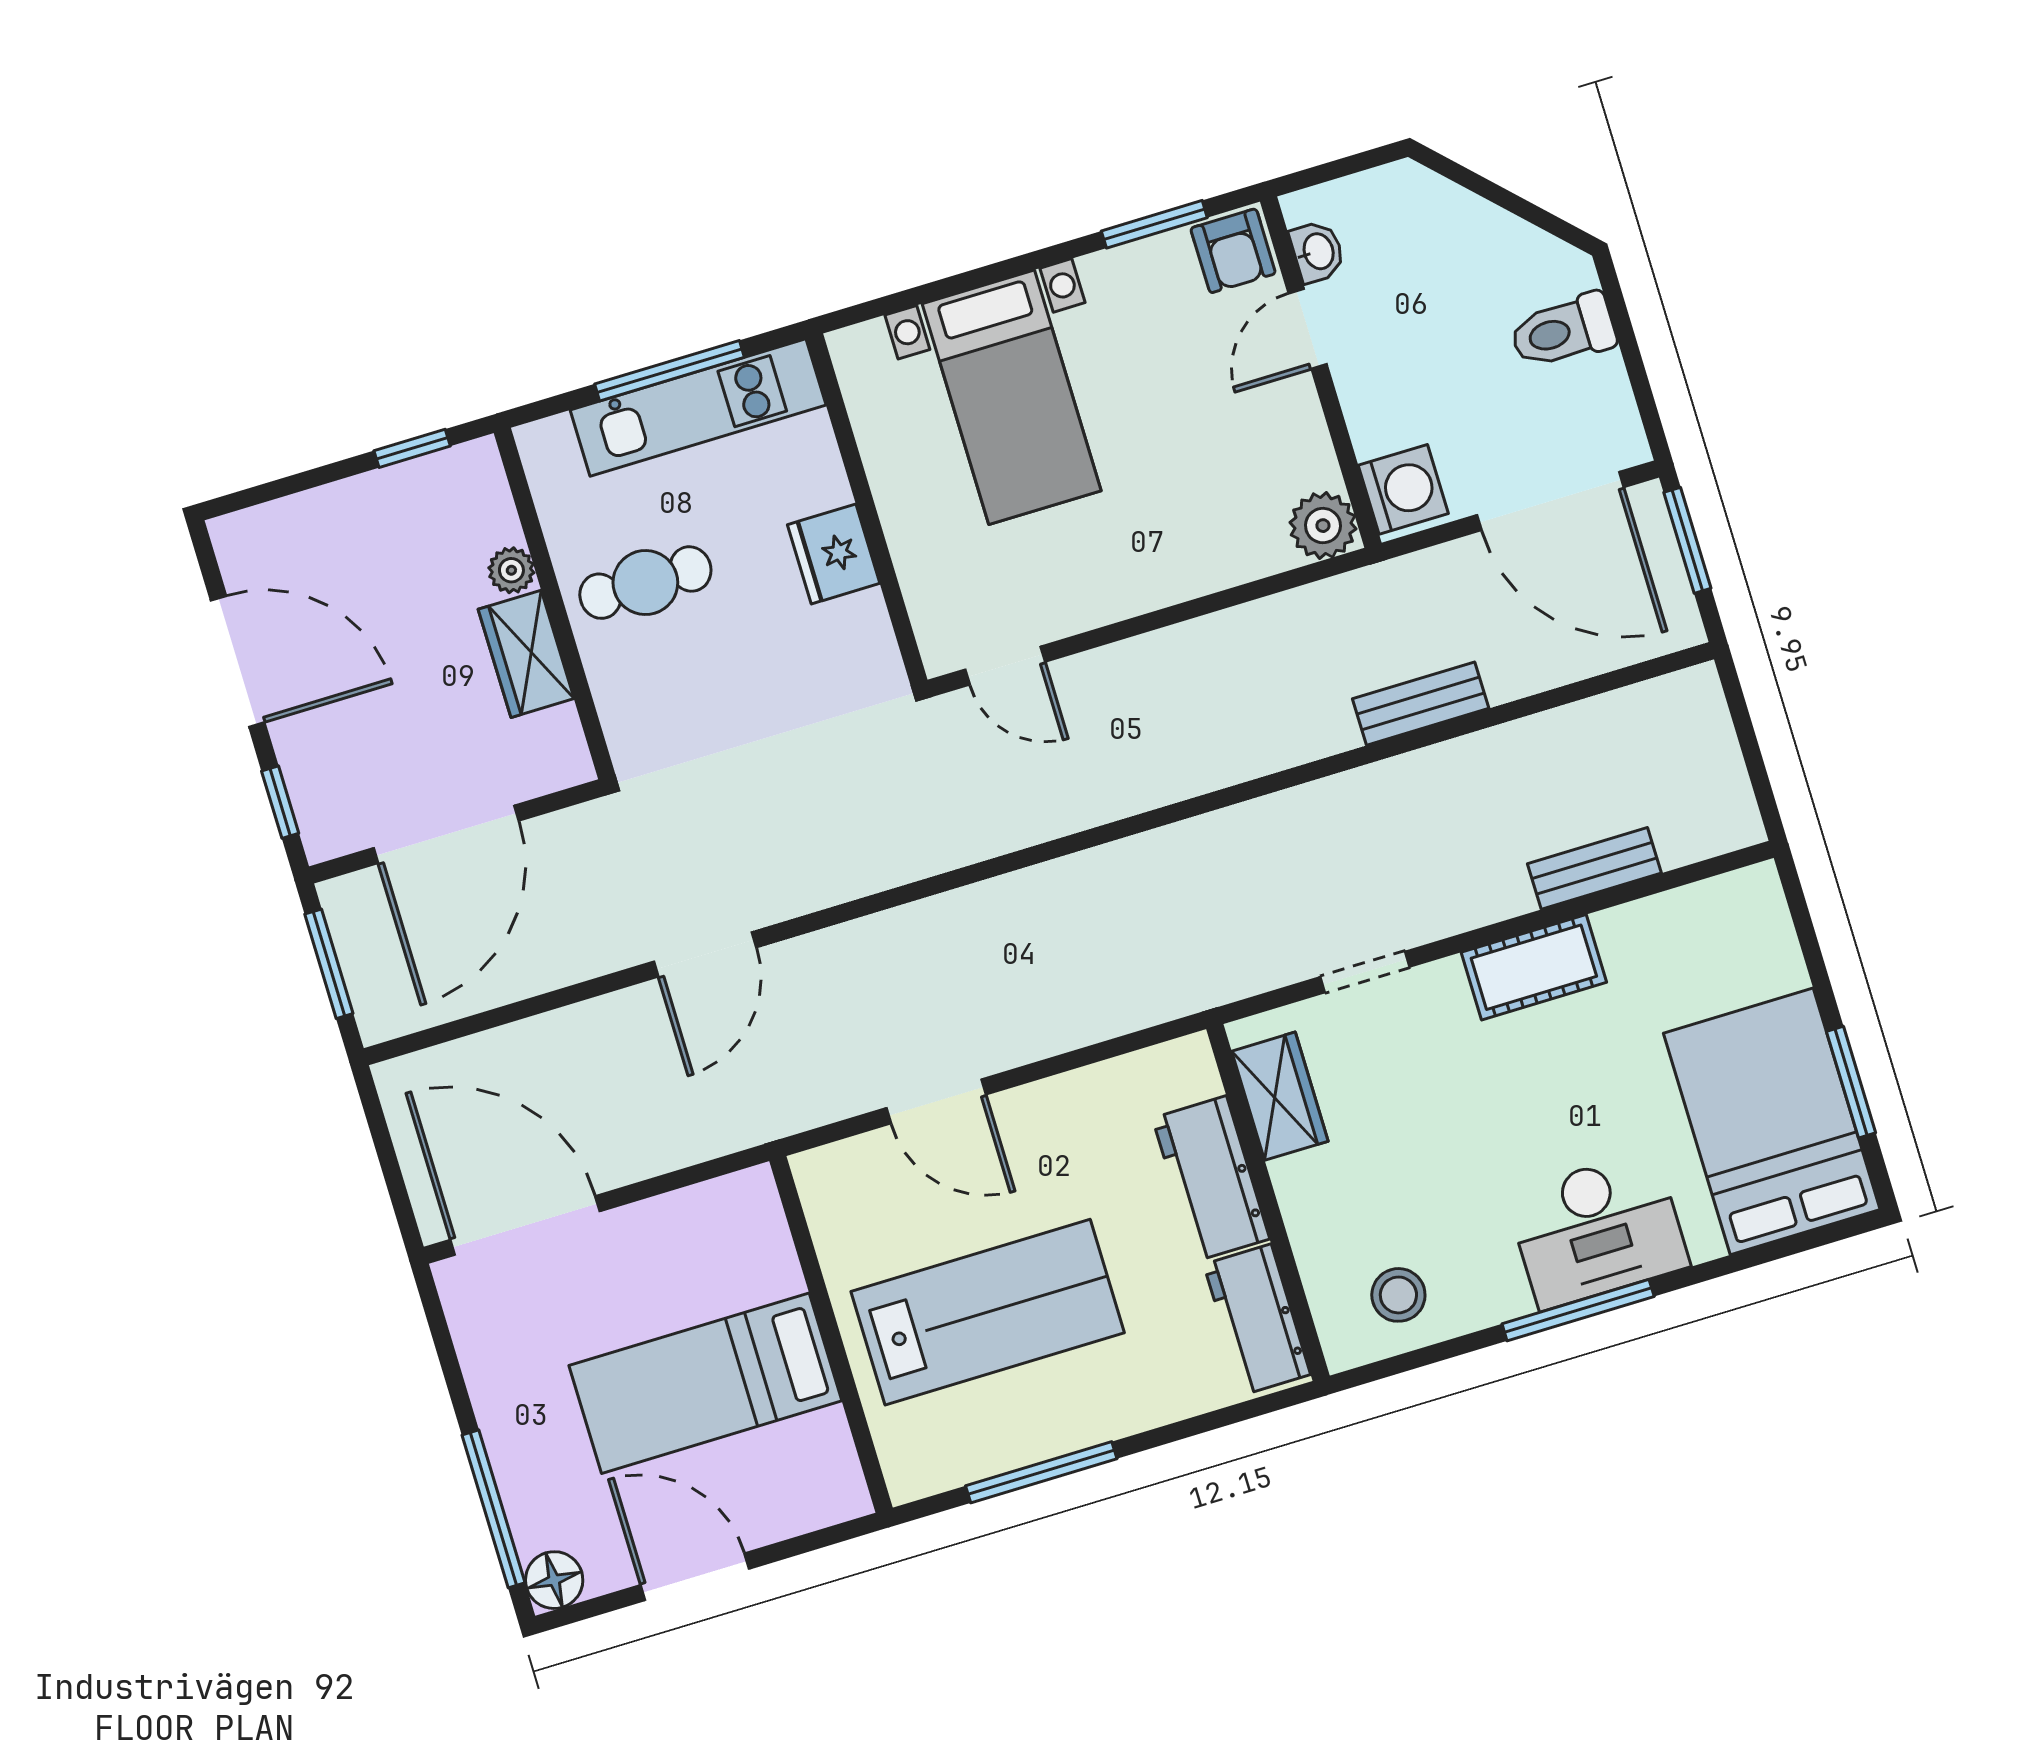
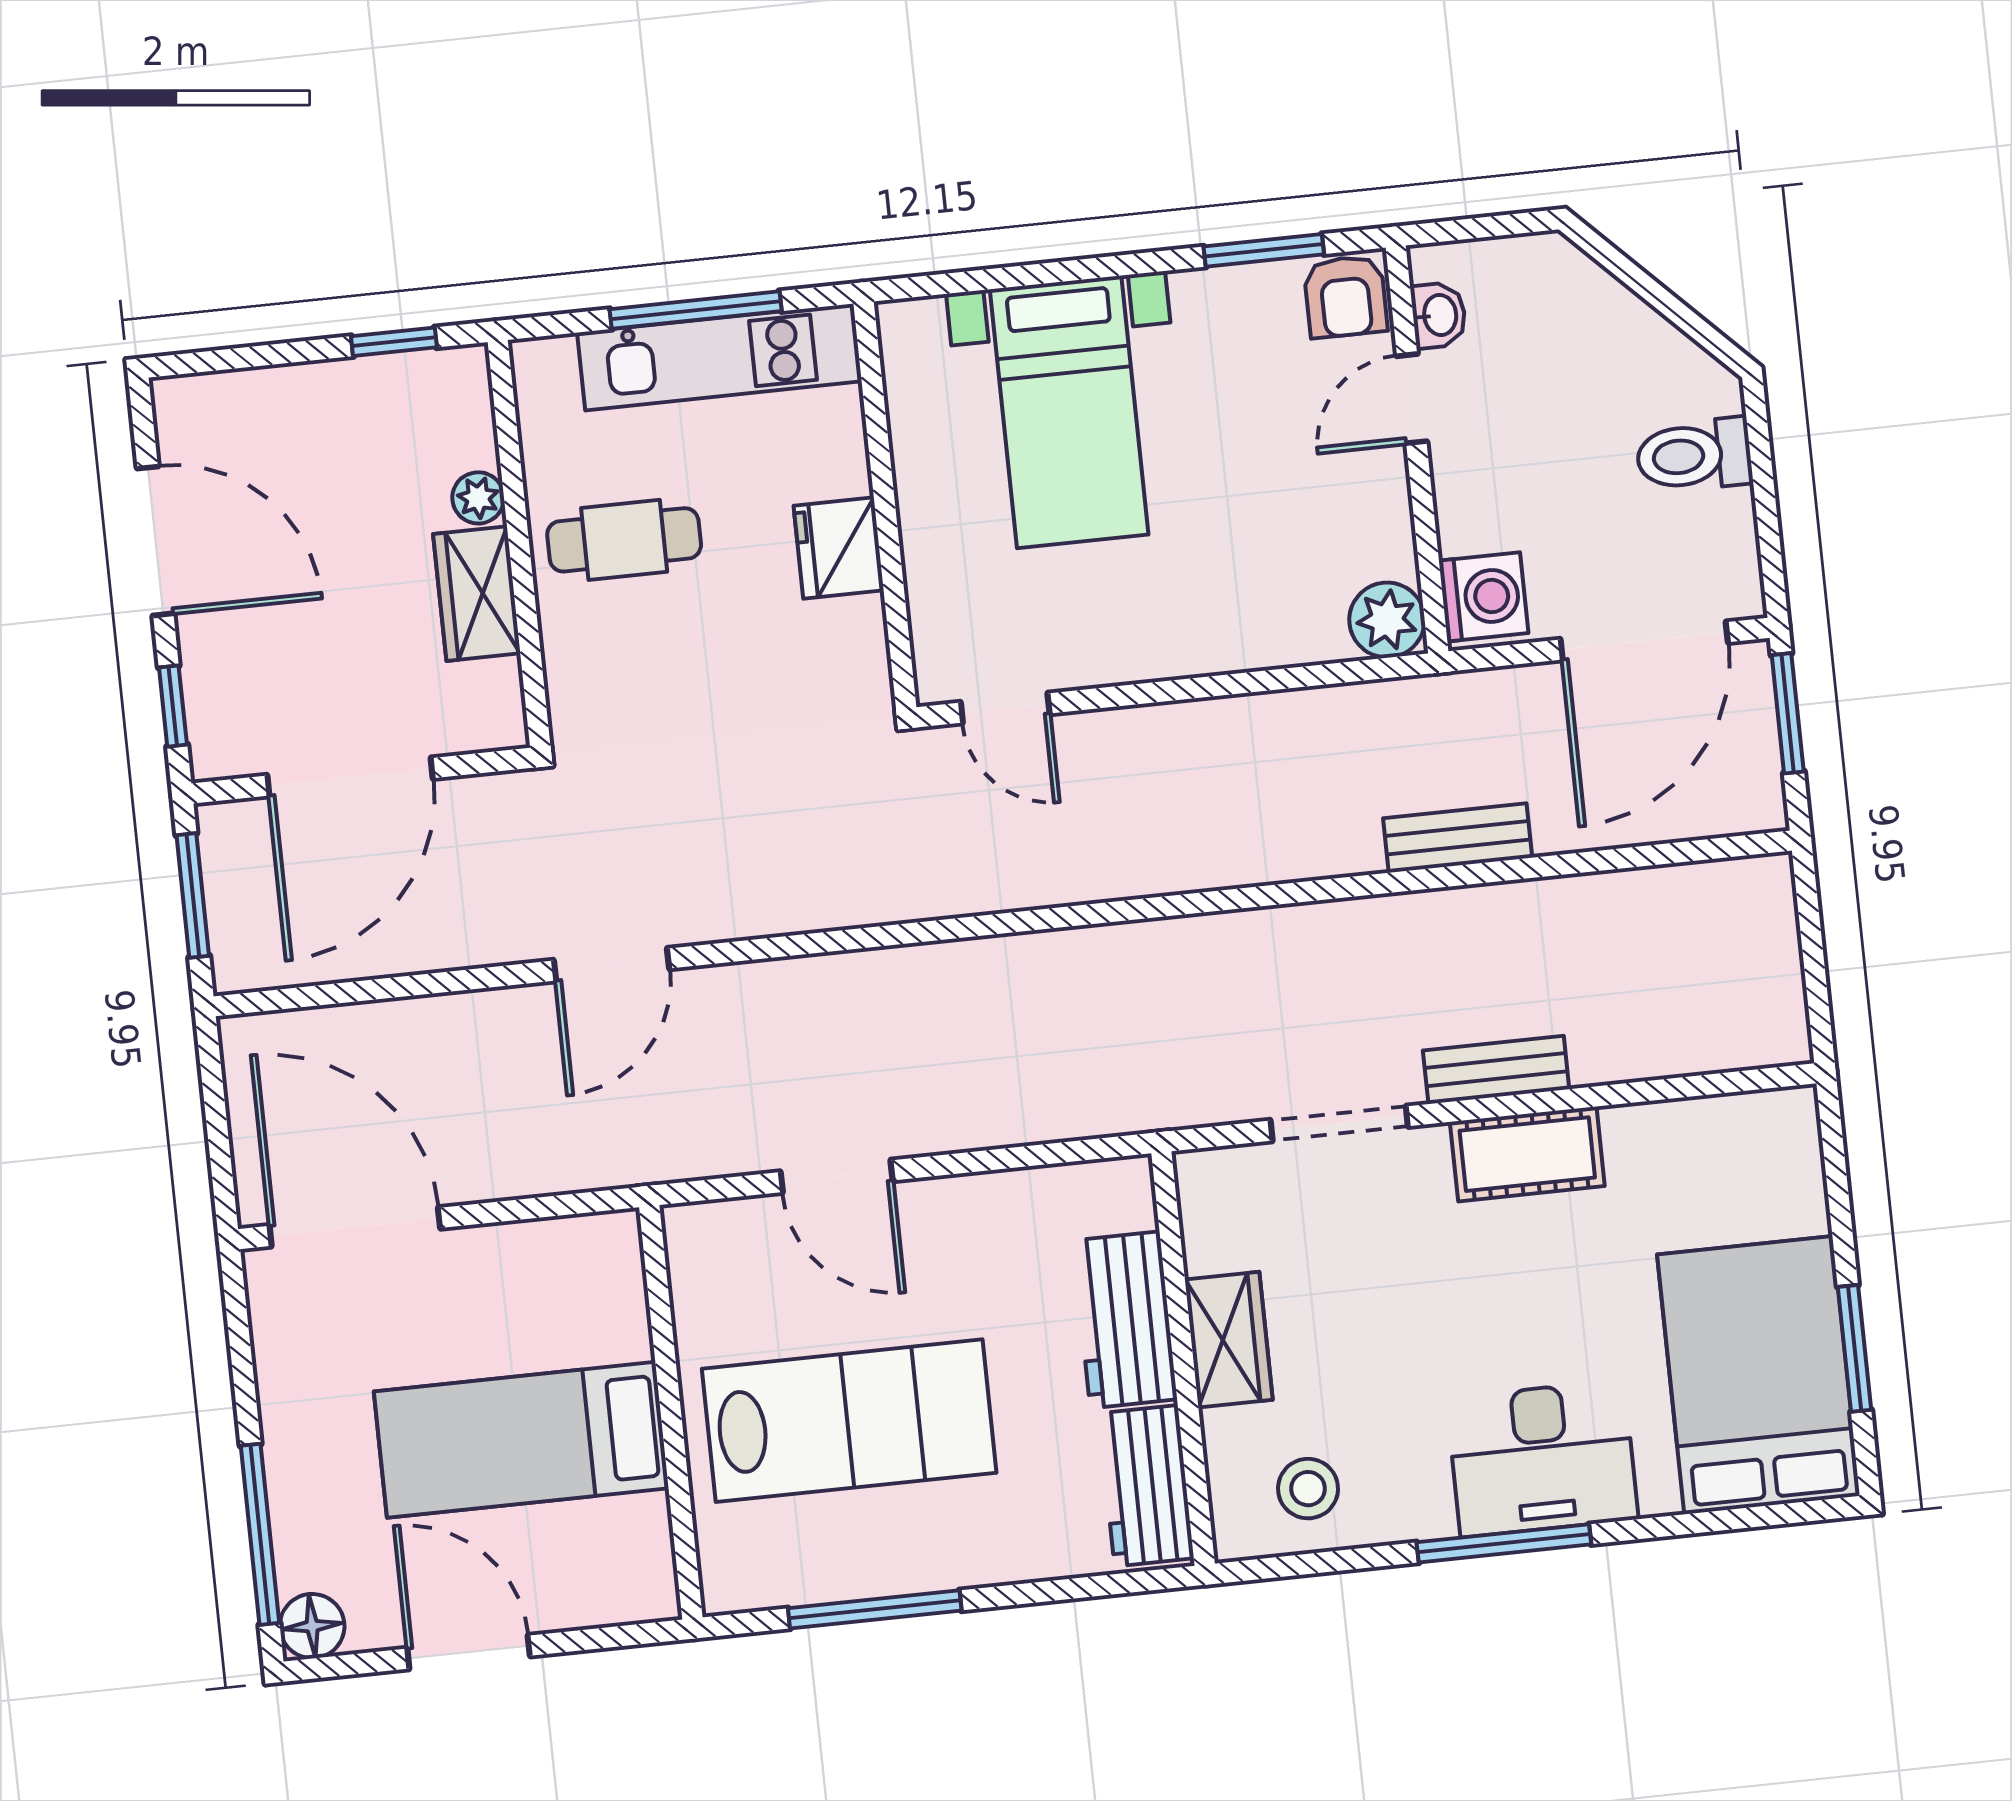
door: (1550, 501) -> (1644, 641), hinge flipped
bench: (1594, 868) -> (1496, 1070), moved
doorway: (1365, 972) -> (1339, 1123), width x1.38
wardrobe: (1280, 1096) -> (1229, 1340), moved

